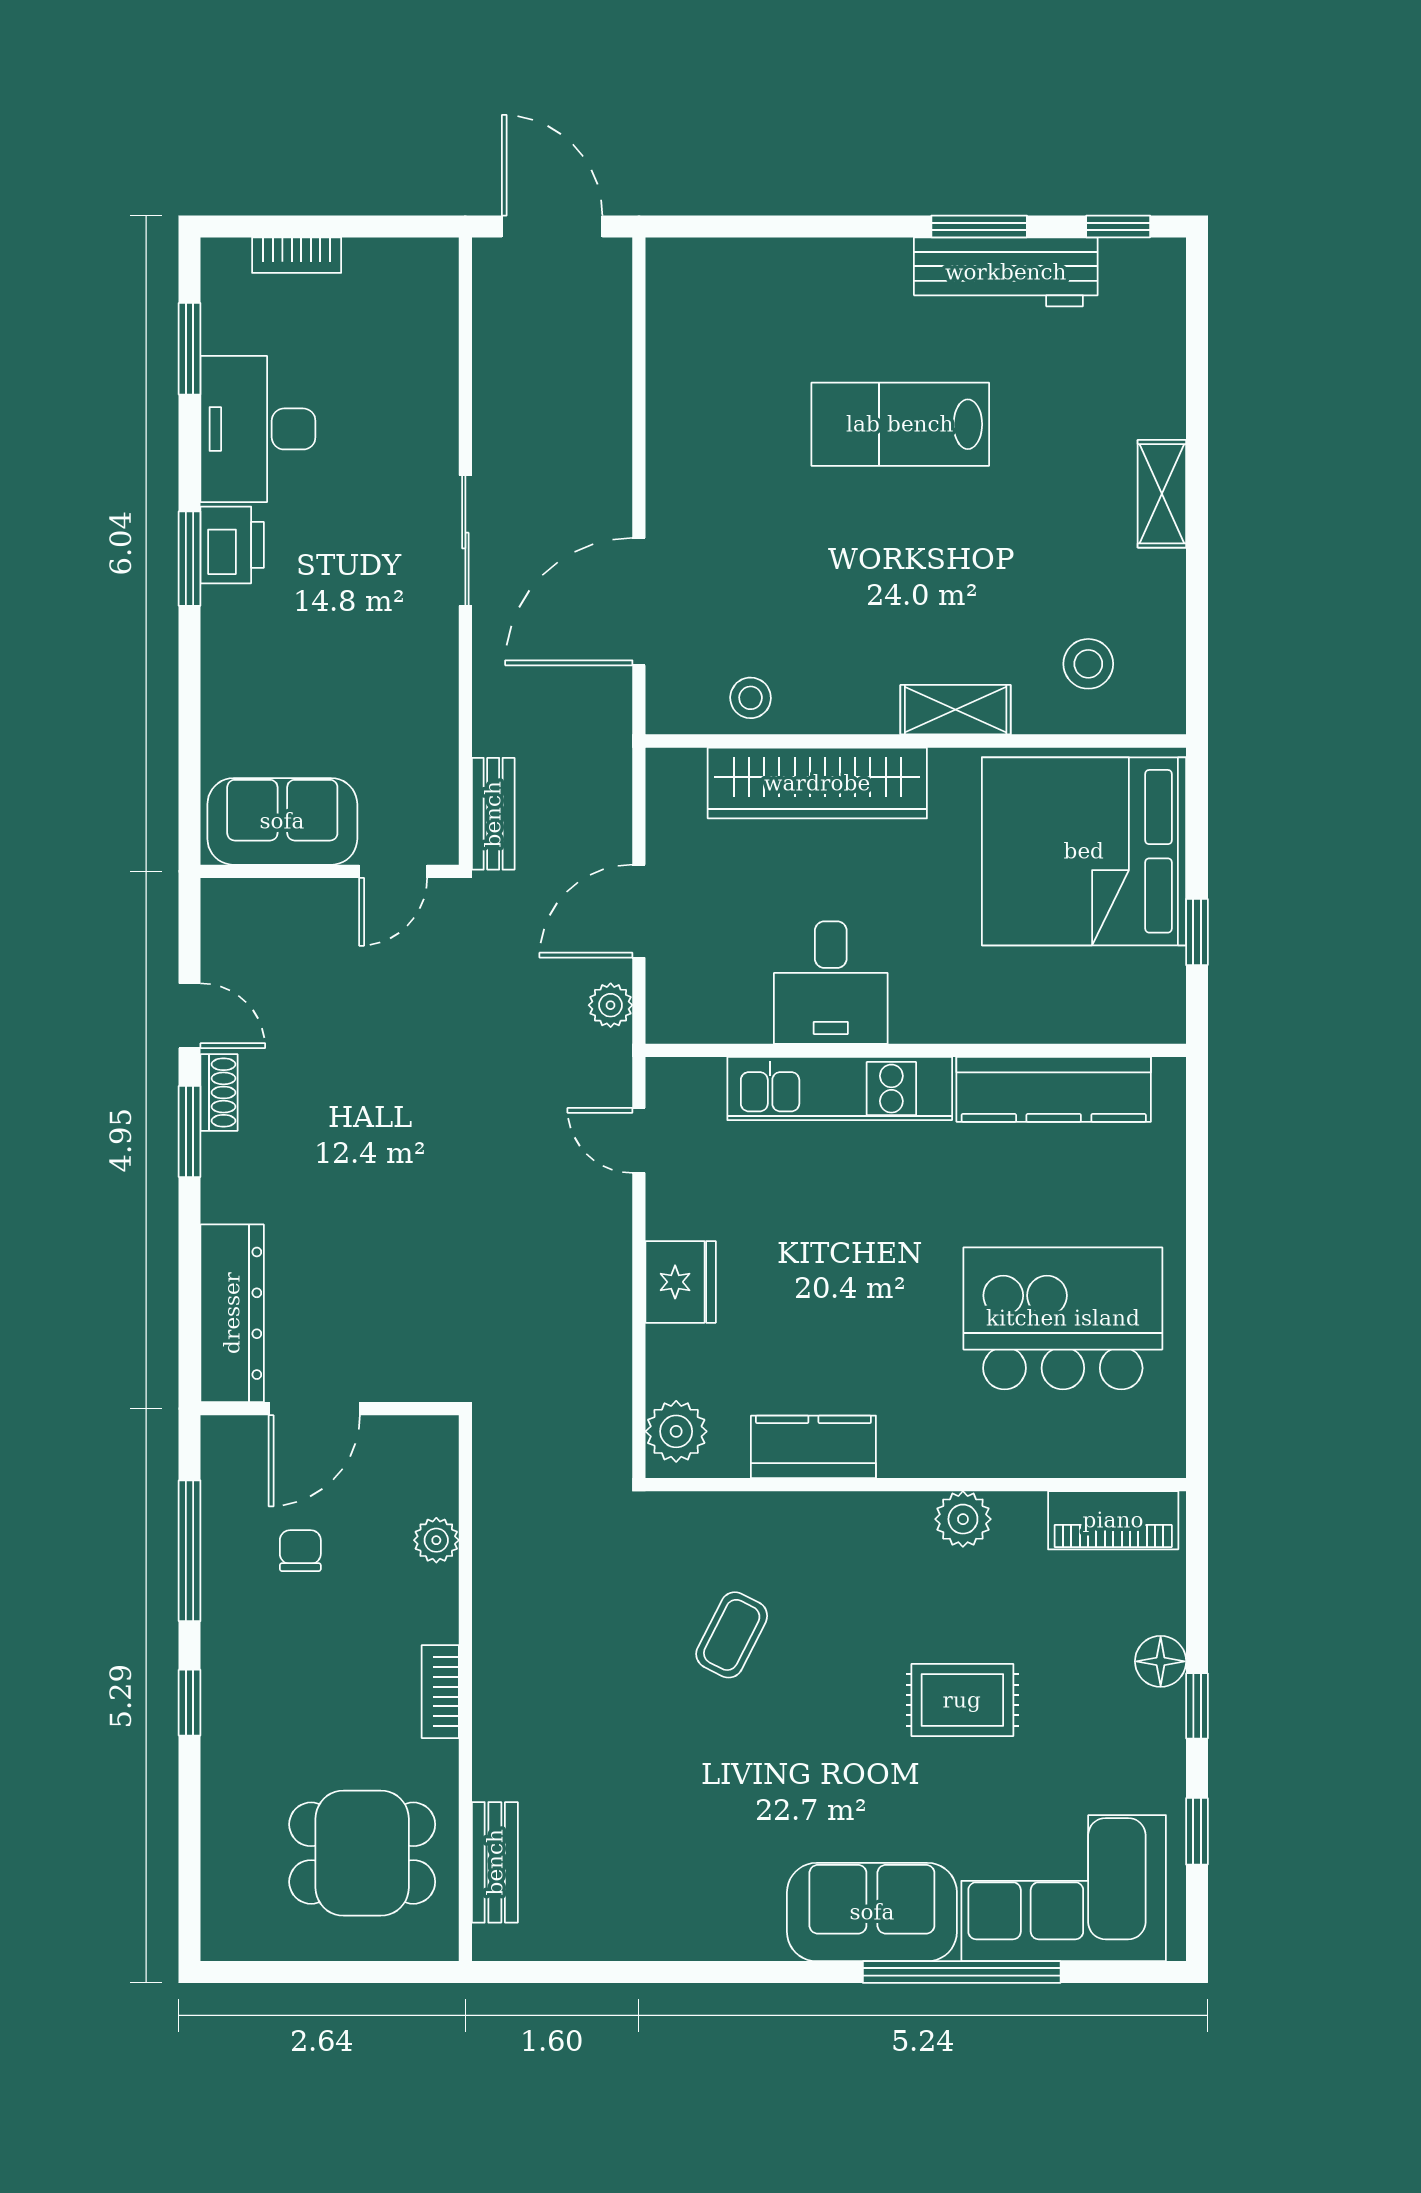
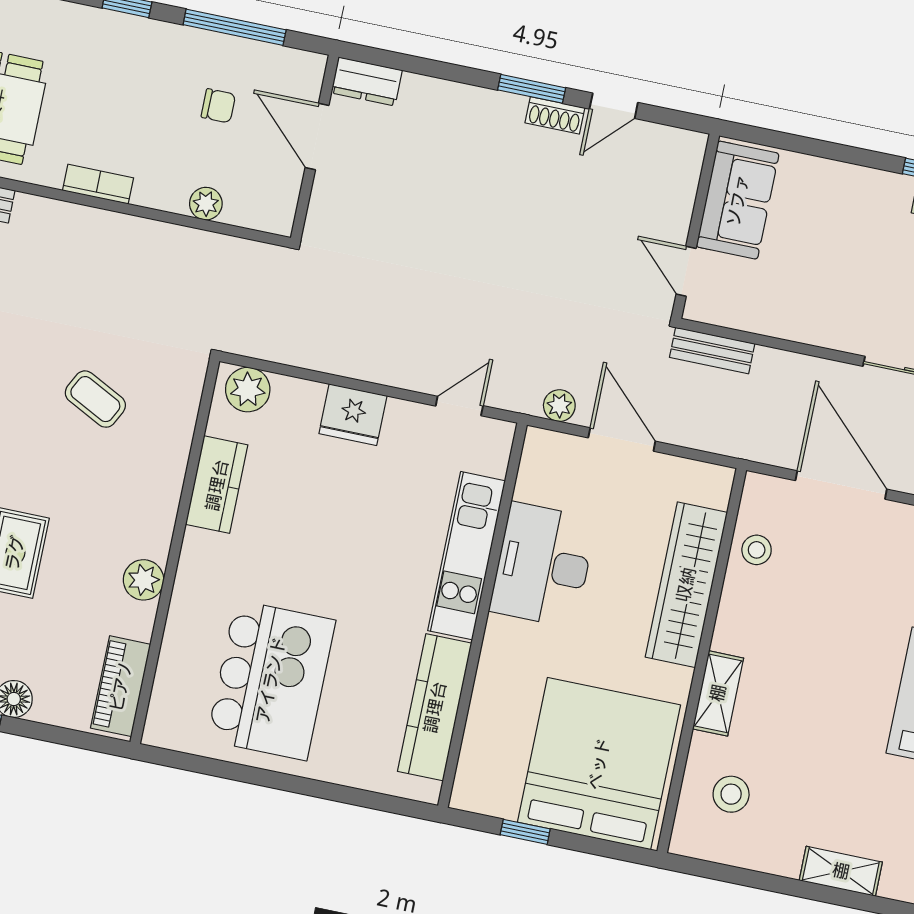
desk: (831, 983) -> (543, 565), width x1.37
dresser: (232, 1313) -> (367, 81), width x0.51, depth x0.80

